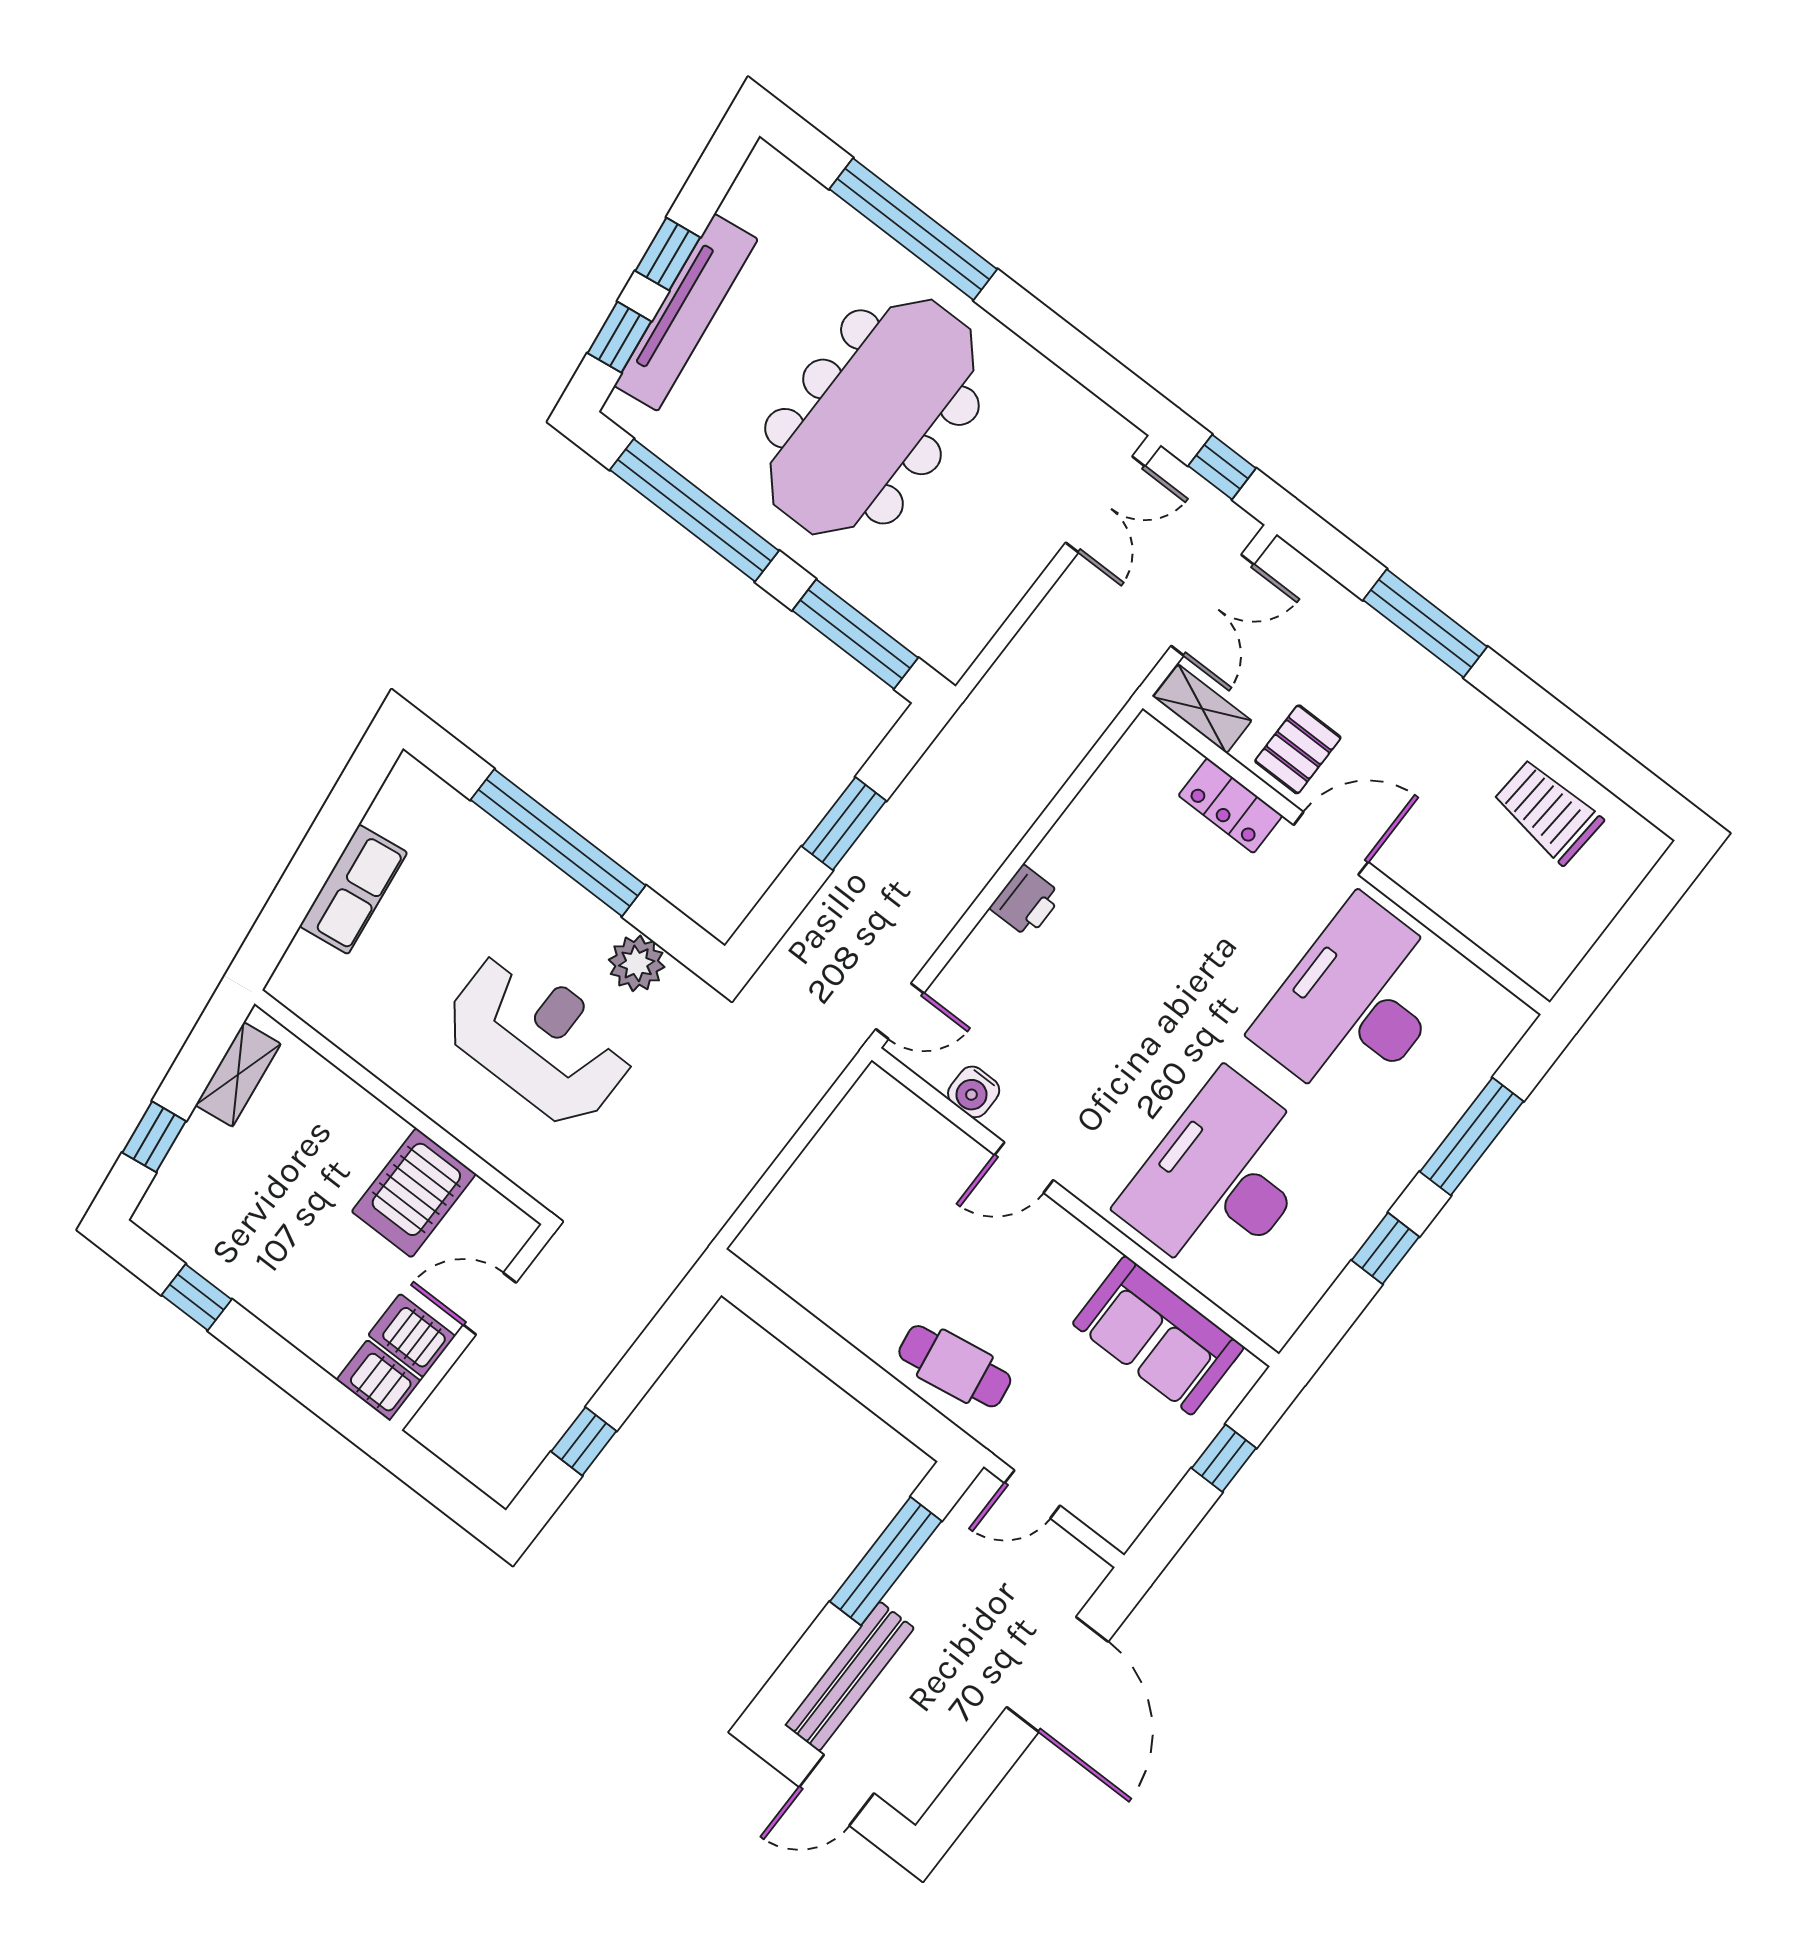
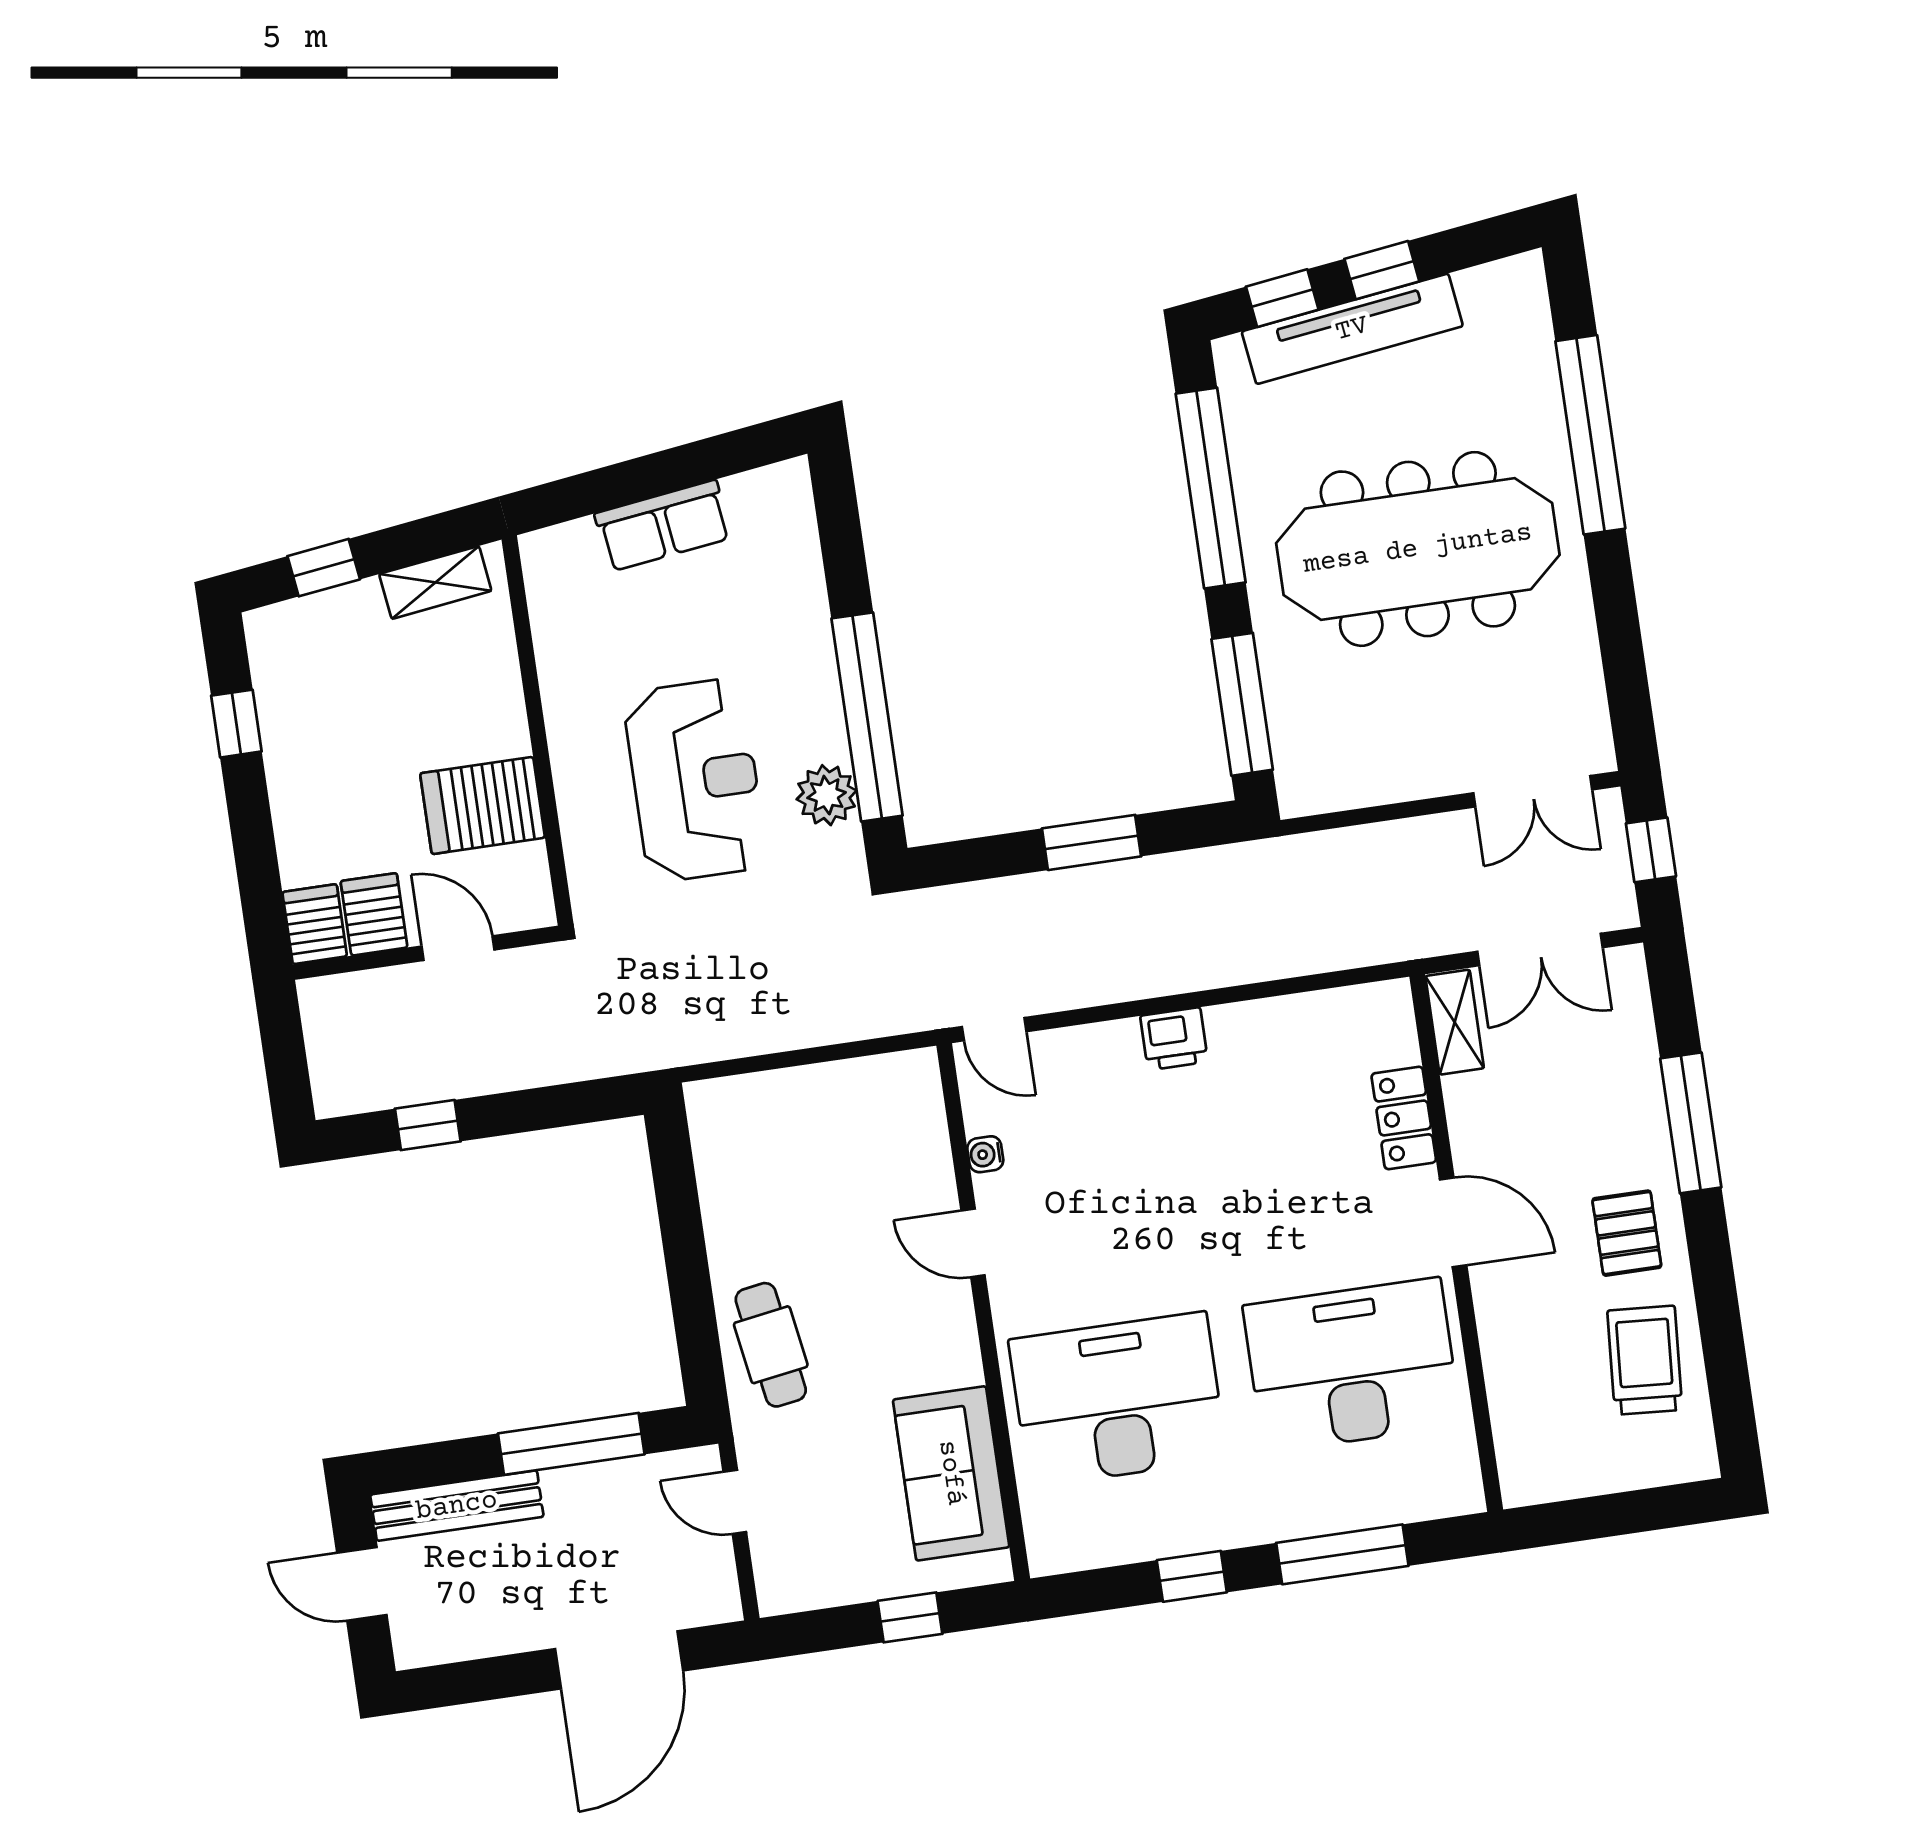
pallet: (1298, 749) -> (1627, 1233), moved, turned 90
window: (558, 843) -> (867, 717), moved
water cooler: (974, 1092) -> (985, 1154), width x0.72, depth x0.72

